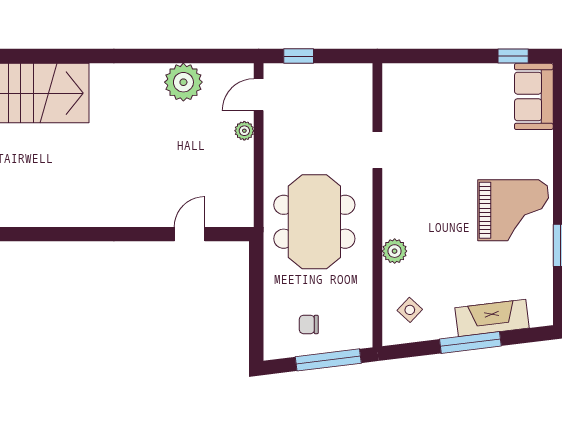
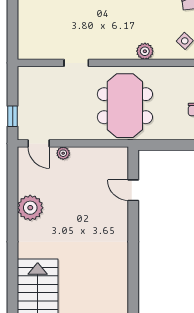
plant: (183, 82) -> (30, 208), moved
meeting table: (314, 222) -> (125, 106), turned 90

